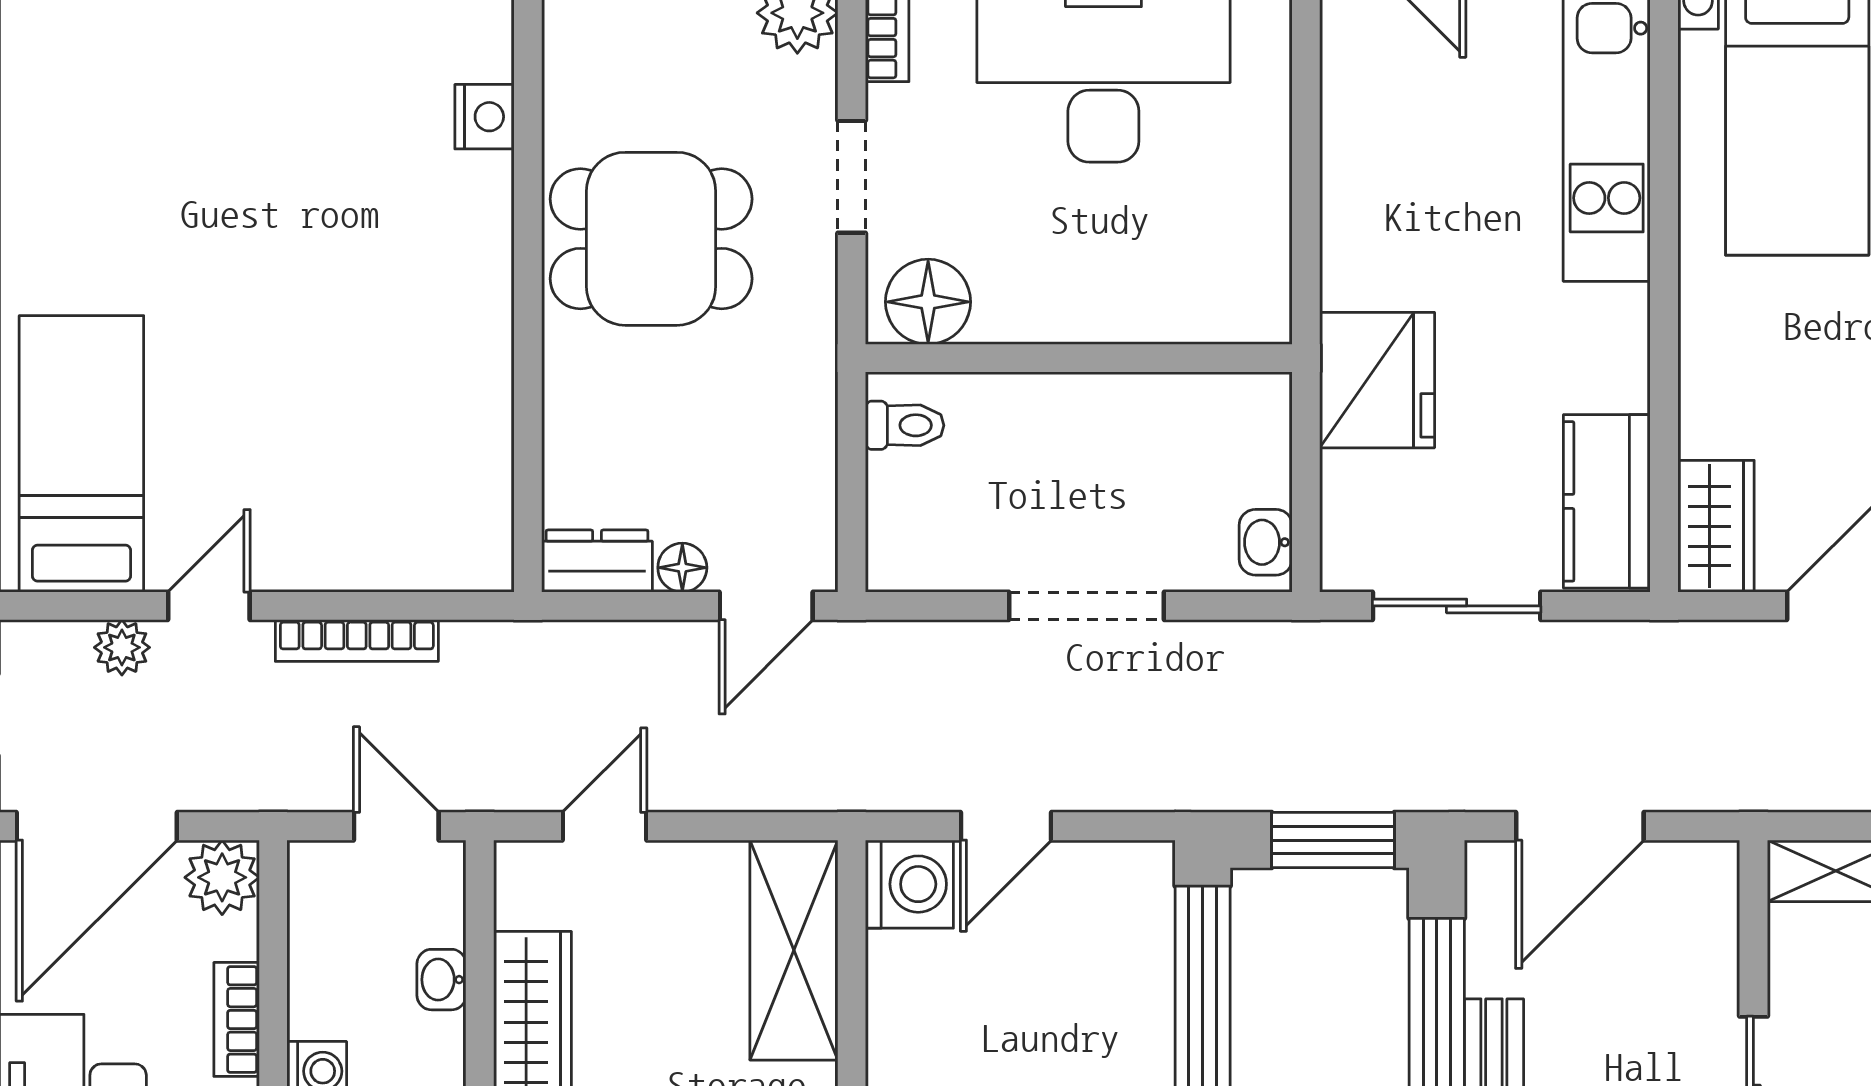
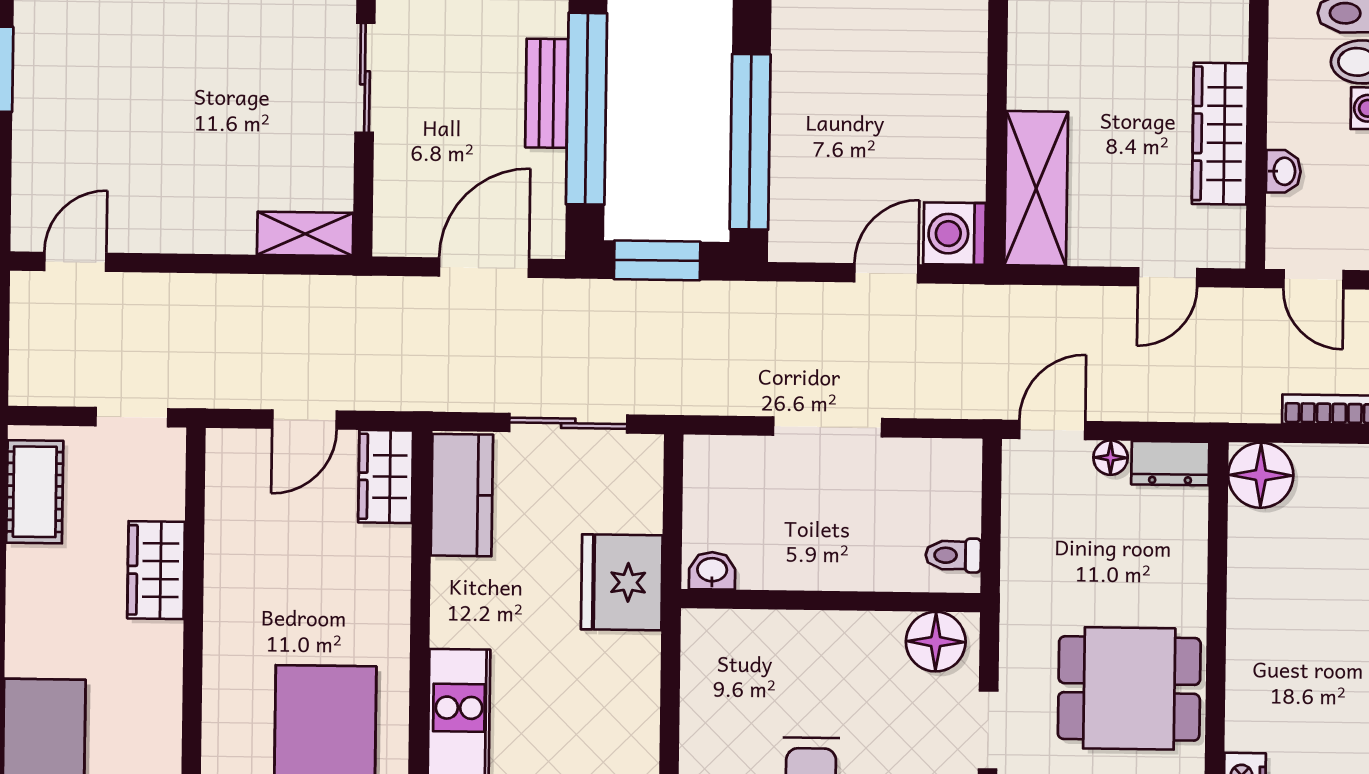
washbasin: (1266, 542) -> (712, 571), moved, turned -90
floor lamp: (468, 546) -> (1261, 475), added

